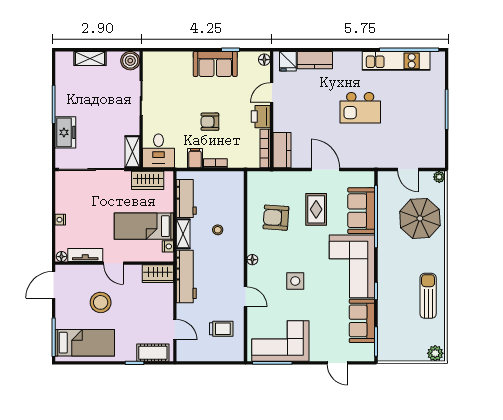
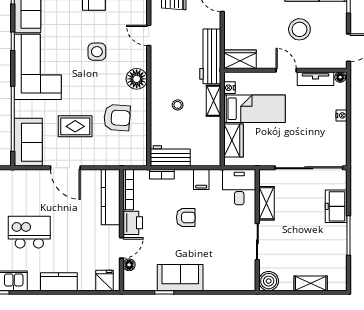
floor lamp: (264, 60) -> (129, 265), moved
kitchen counter: (315, 60) -> (59, 282), moved
kitchen counter: (282, 150) -> (111, 197), width x1.50
shelving: (132, 152) -> (266, 203), moved
bookcase: (215, 163) -> (162, 174), moved
wardrobe: (148, 180) -> (233, 141), moved, turned 90
workbench: (186, 198) -> (170, 156), moved, turned 90
rug: (316, 209) -> (75, 126), turned 90
sofa: (361, 211) -> (28, 142), moved
floor lamp: (252, 260) -> (137, 79), width x1.89, depth x1.89

